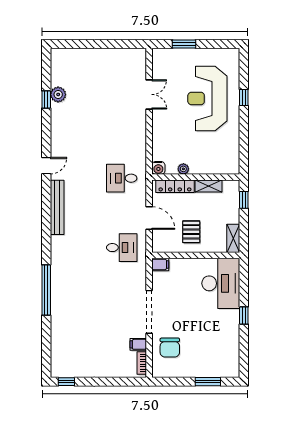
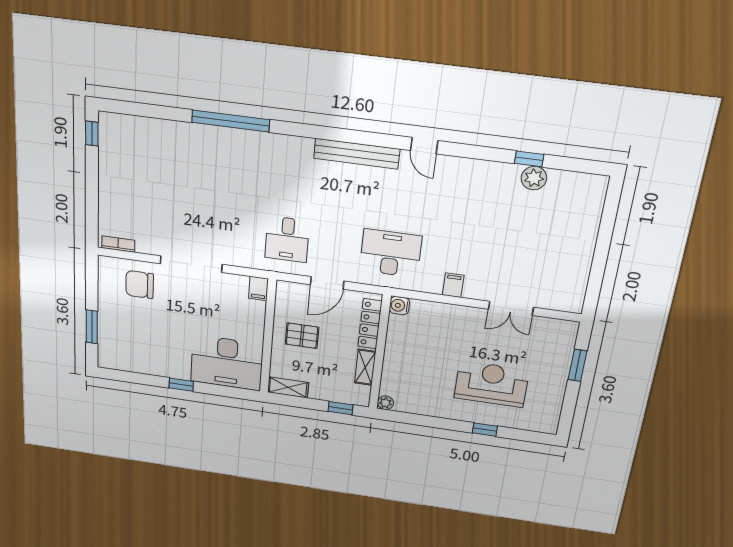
reception desk: (207, 99) -> (491, 384), width x0.74, depth x0.77
plant: (183, 169) -> (385, 403), moved
desk: (122, 178) -> (391, 253), width x1.37
filing cabinet: (138, 344) -> (453, 285), moved

